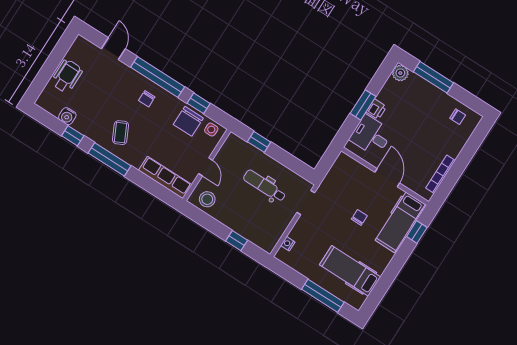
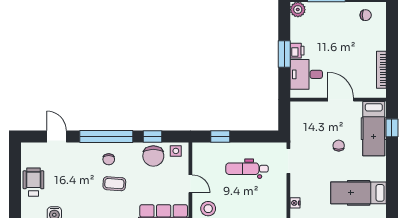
coffee table: (121, 133) -> (114, 184), moved, turned -60

